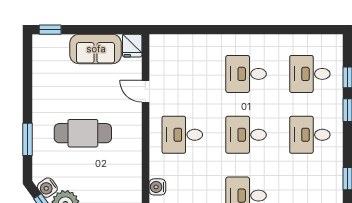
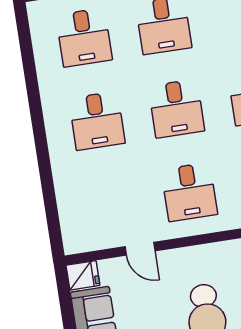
door: (145, 91) -> (140, 249), hinge flipped

